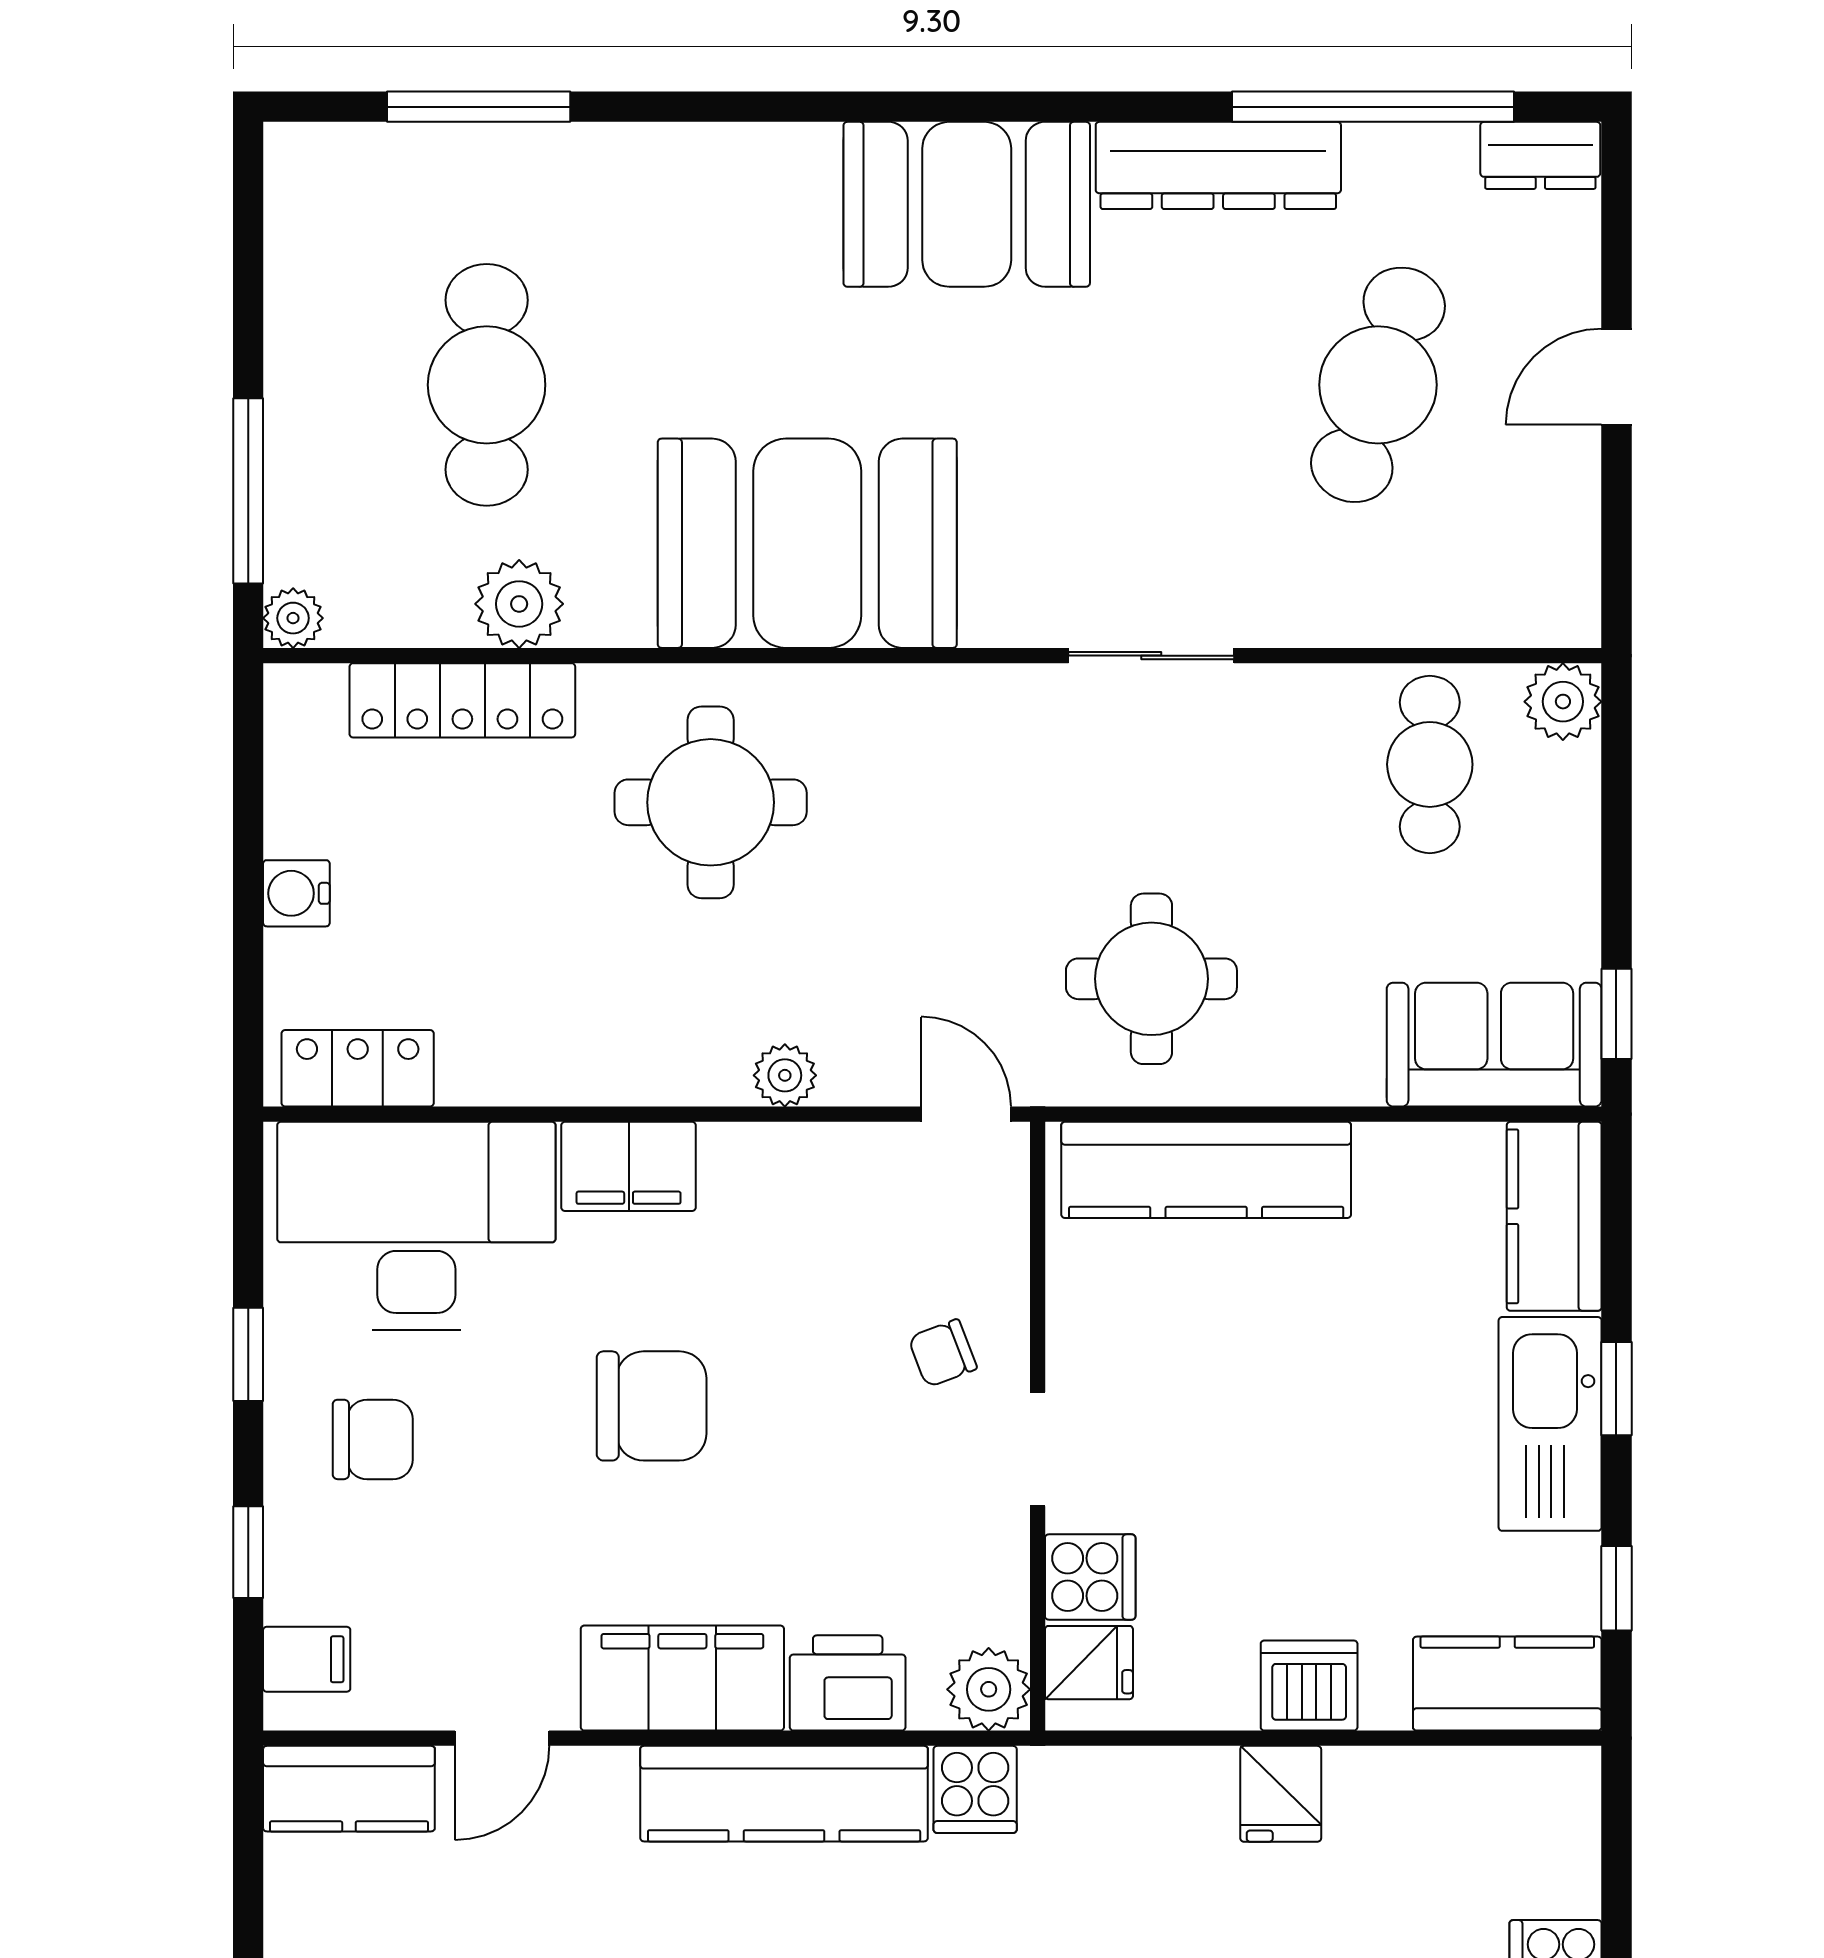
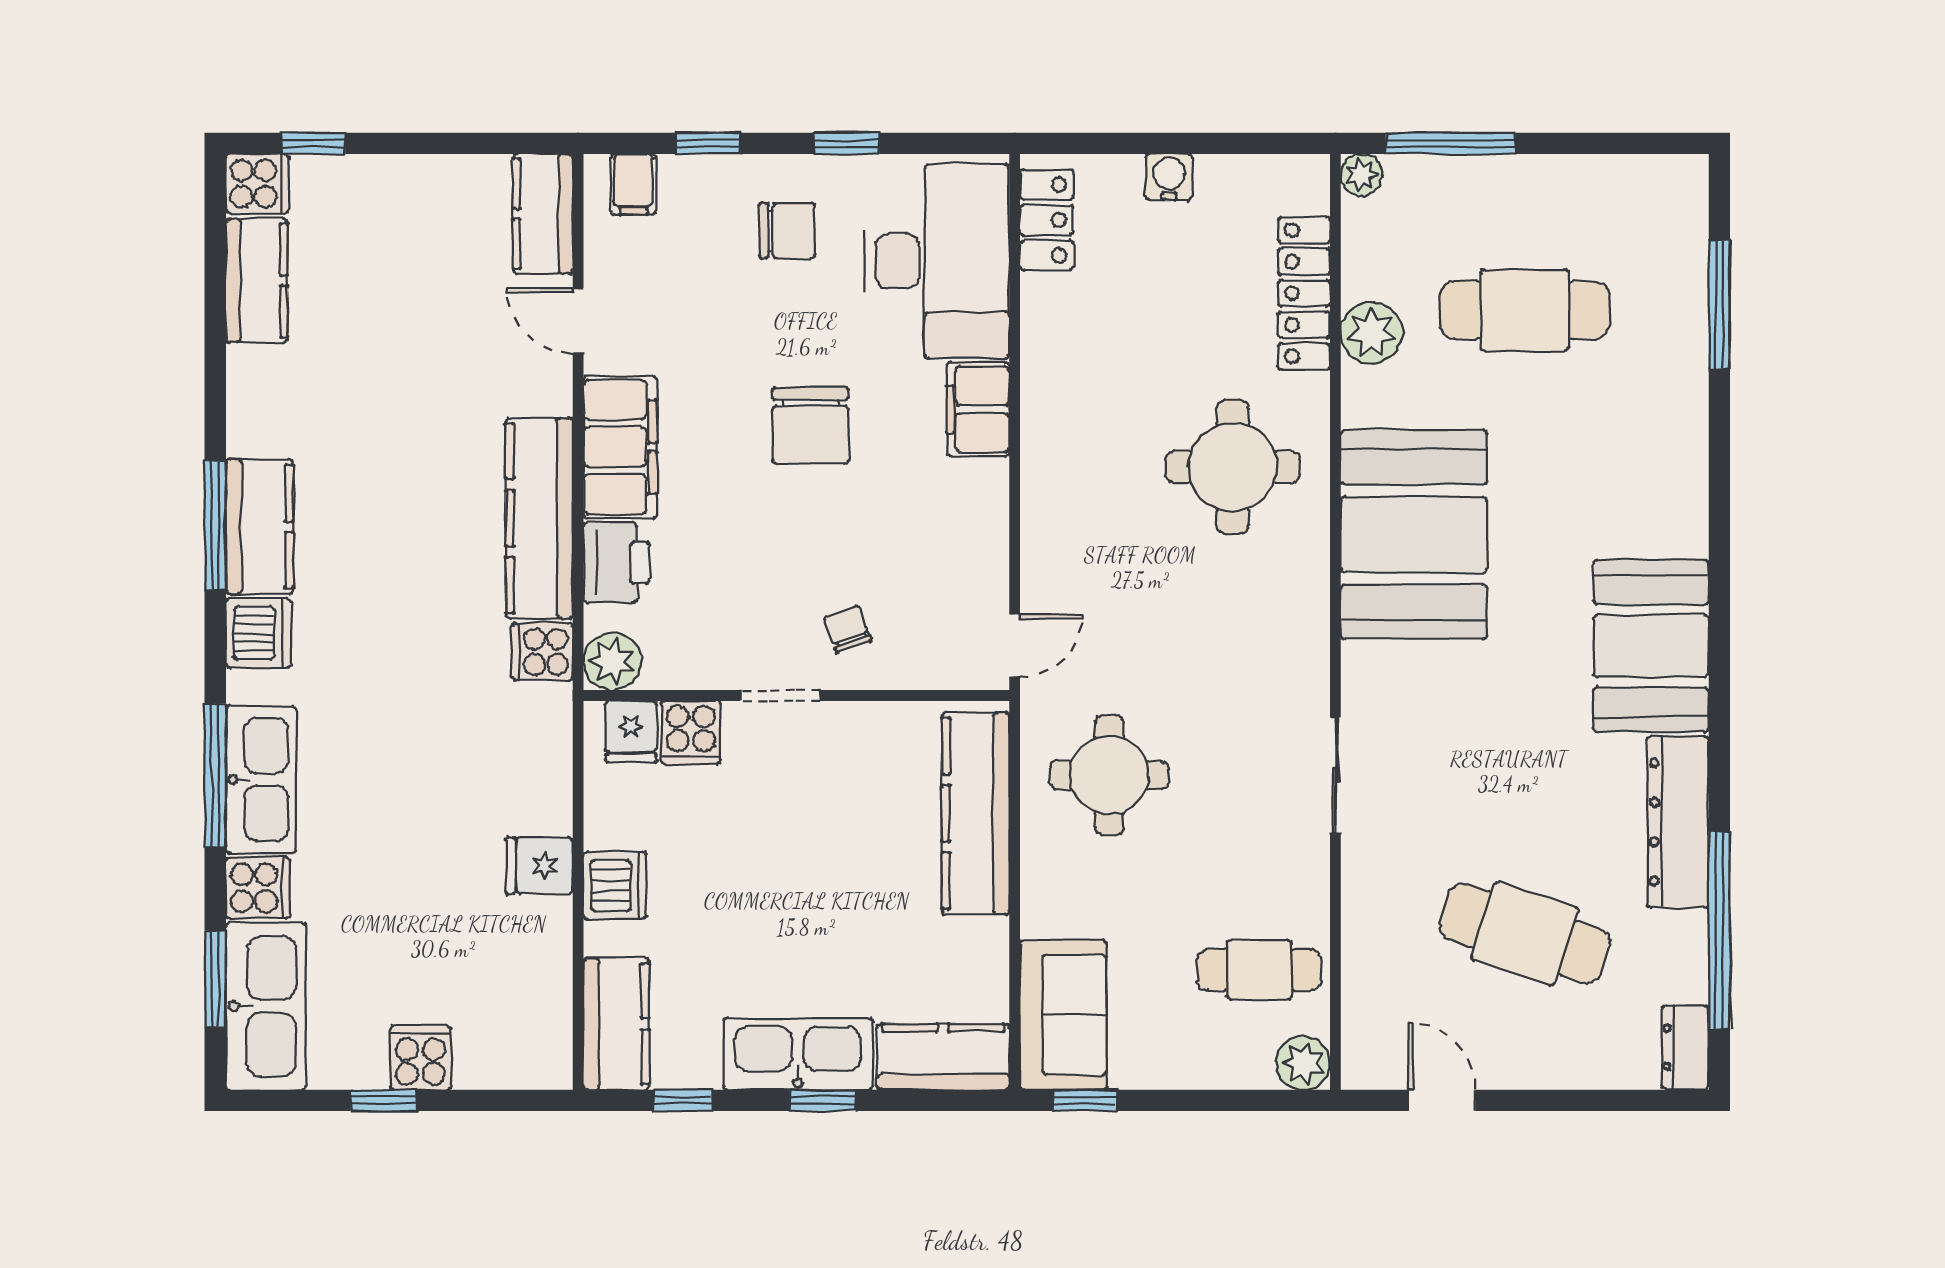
door: (1616, 377) -> (1442, 1100), moved
plant: (785, 1075) -> (1042, 519), removed
chair: (373, 1439) -> (787, 230), turned -90

